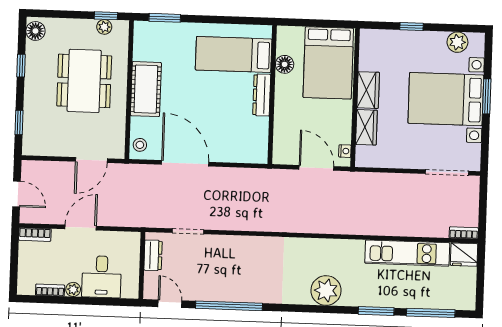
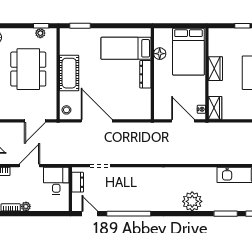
wardrobe: (366, 127) -> (215, 108), moved
desk: (102, 277) -> (56, 181), moved, turned 180

